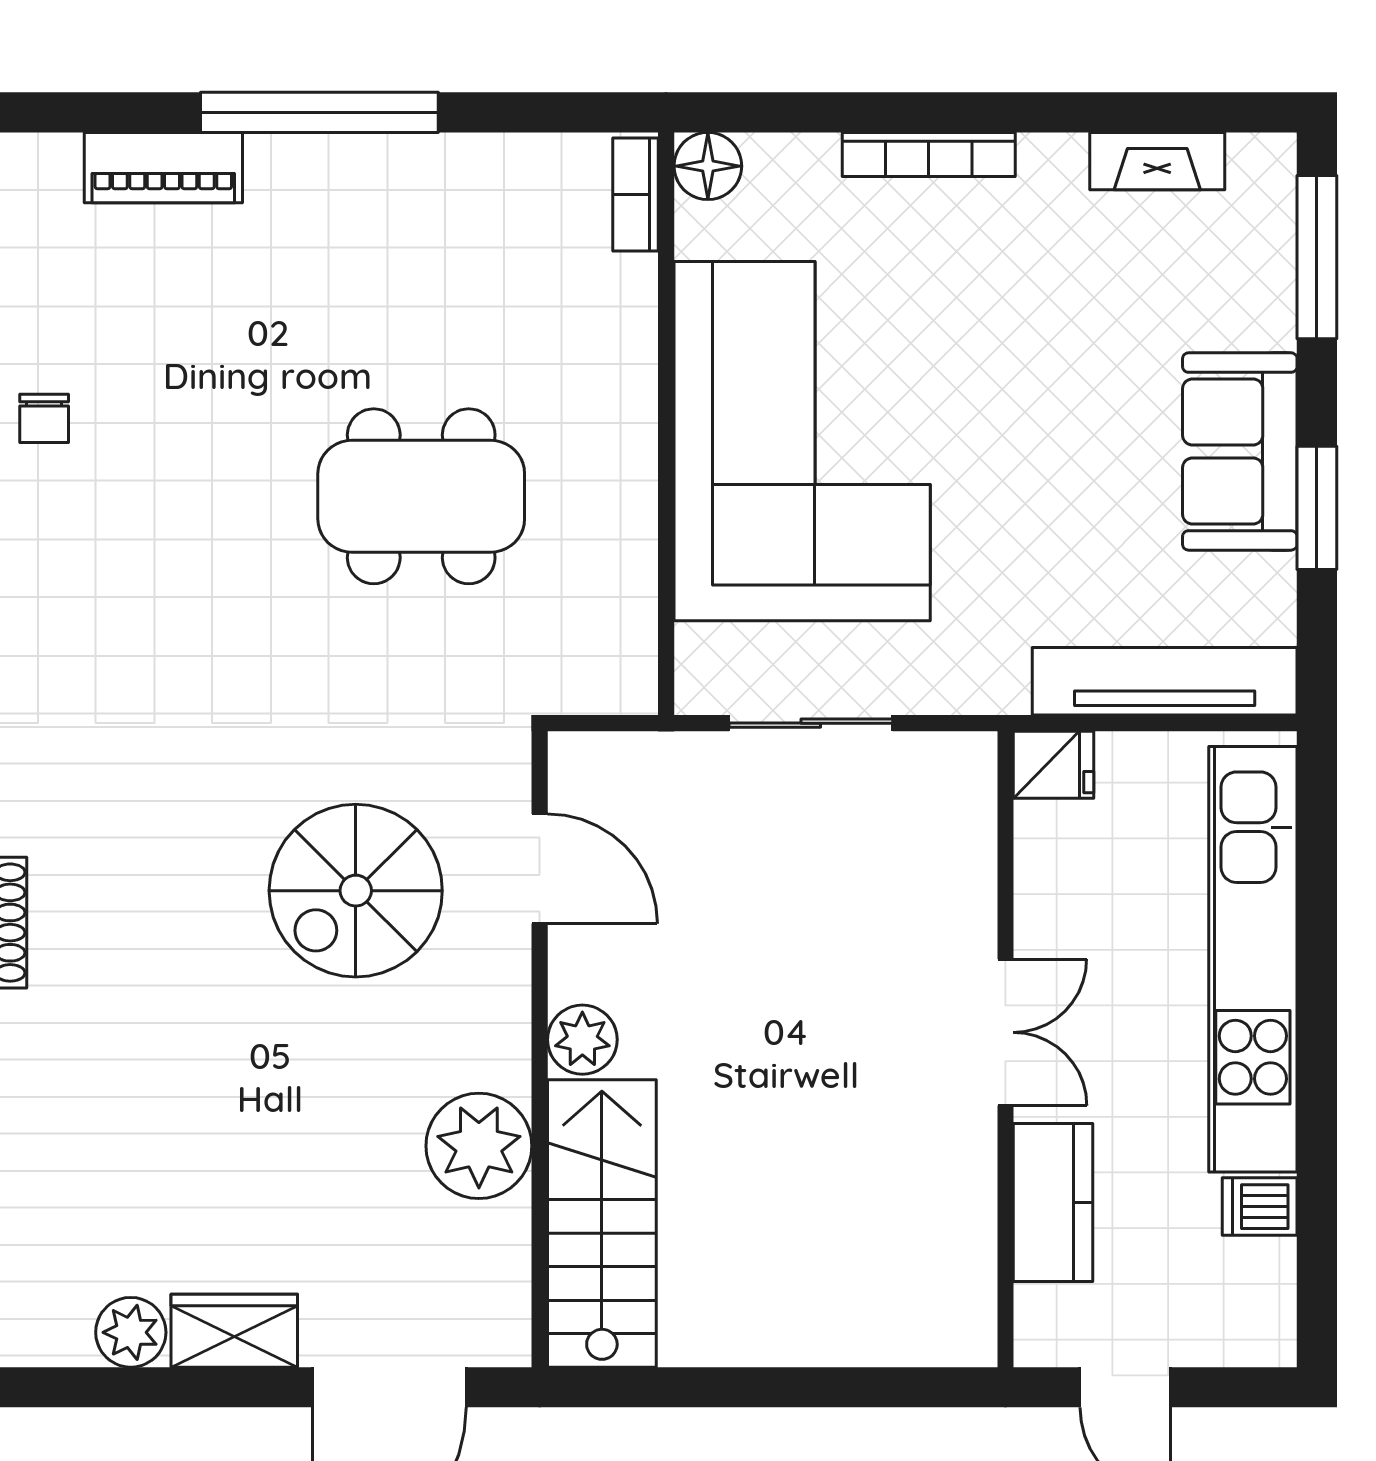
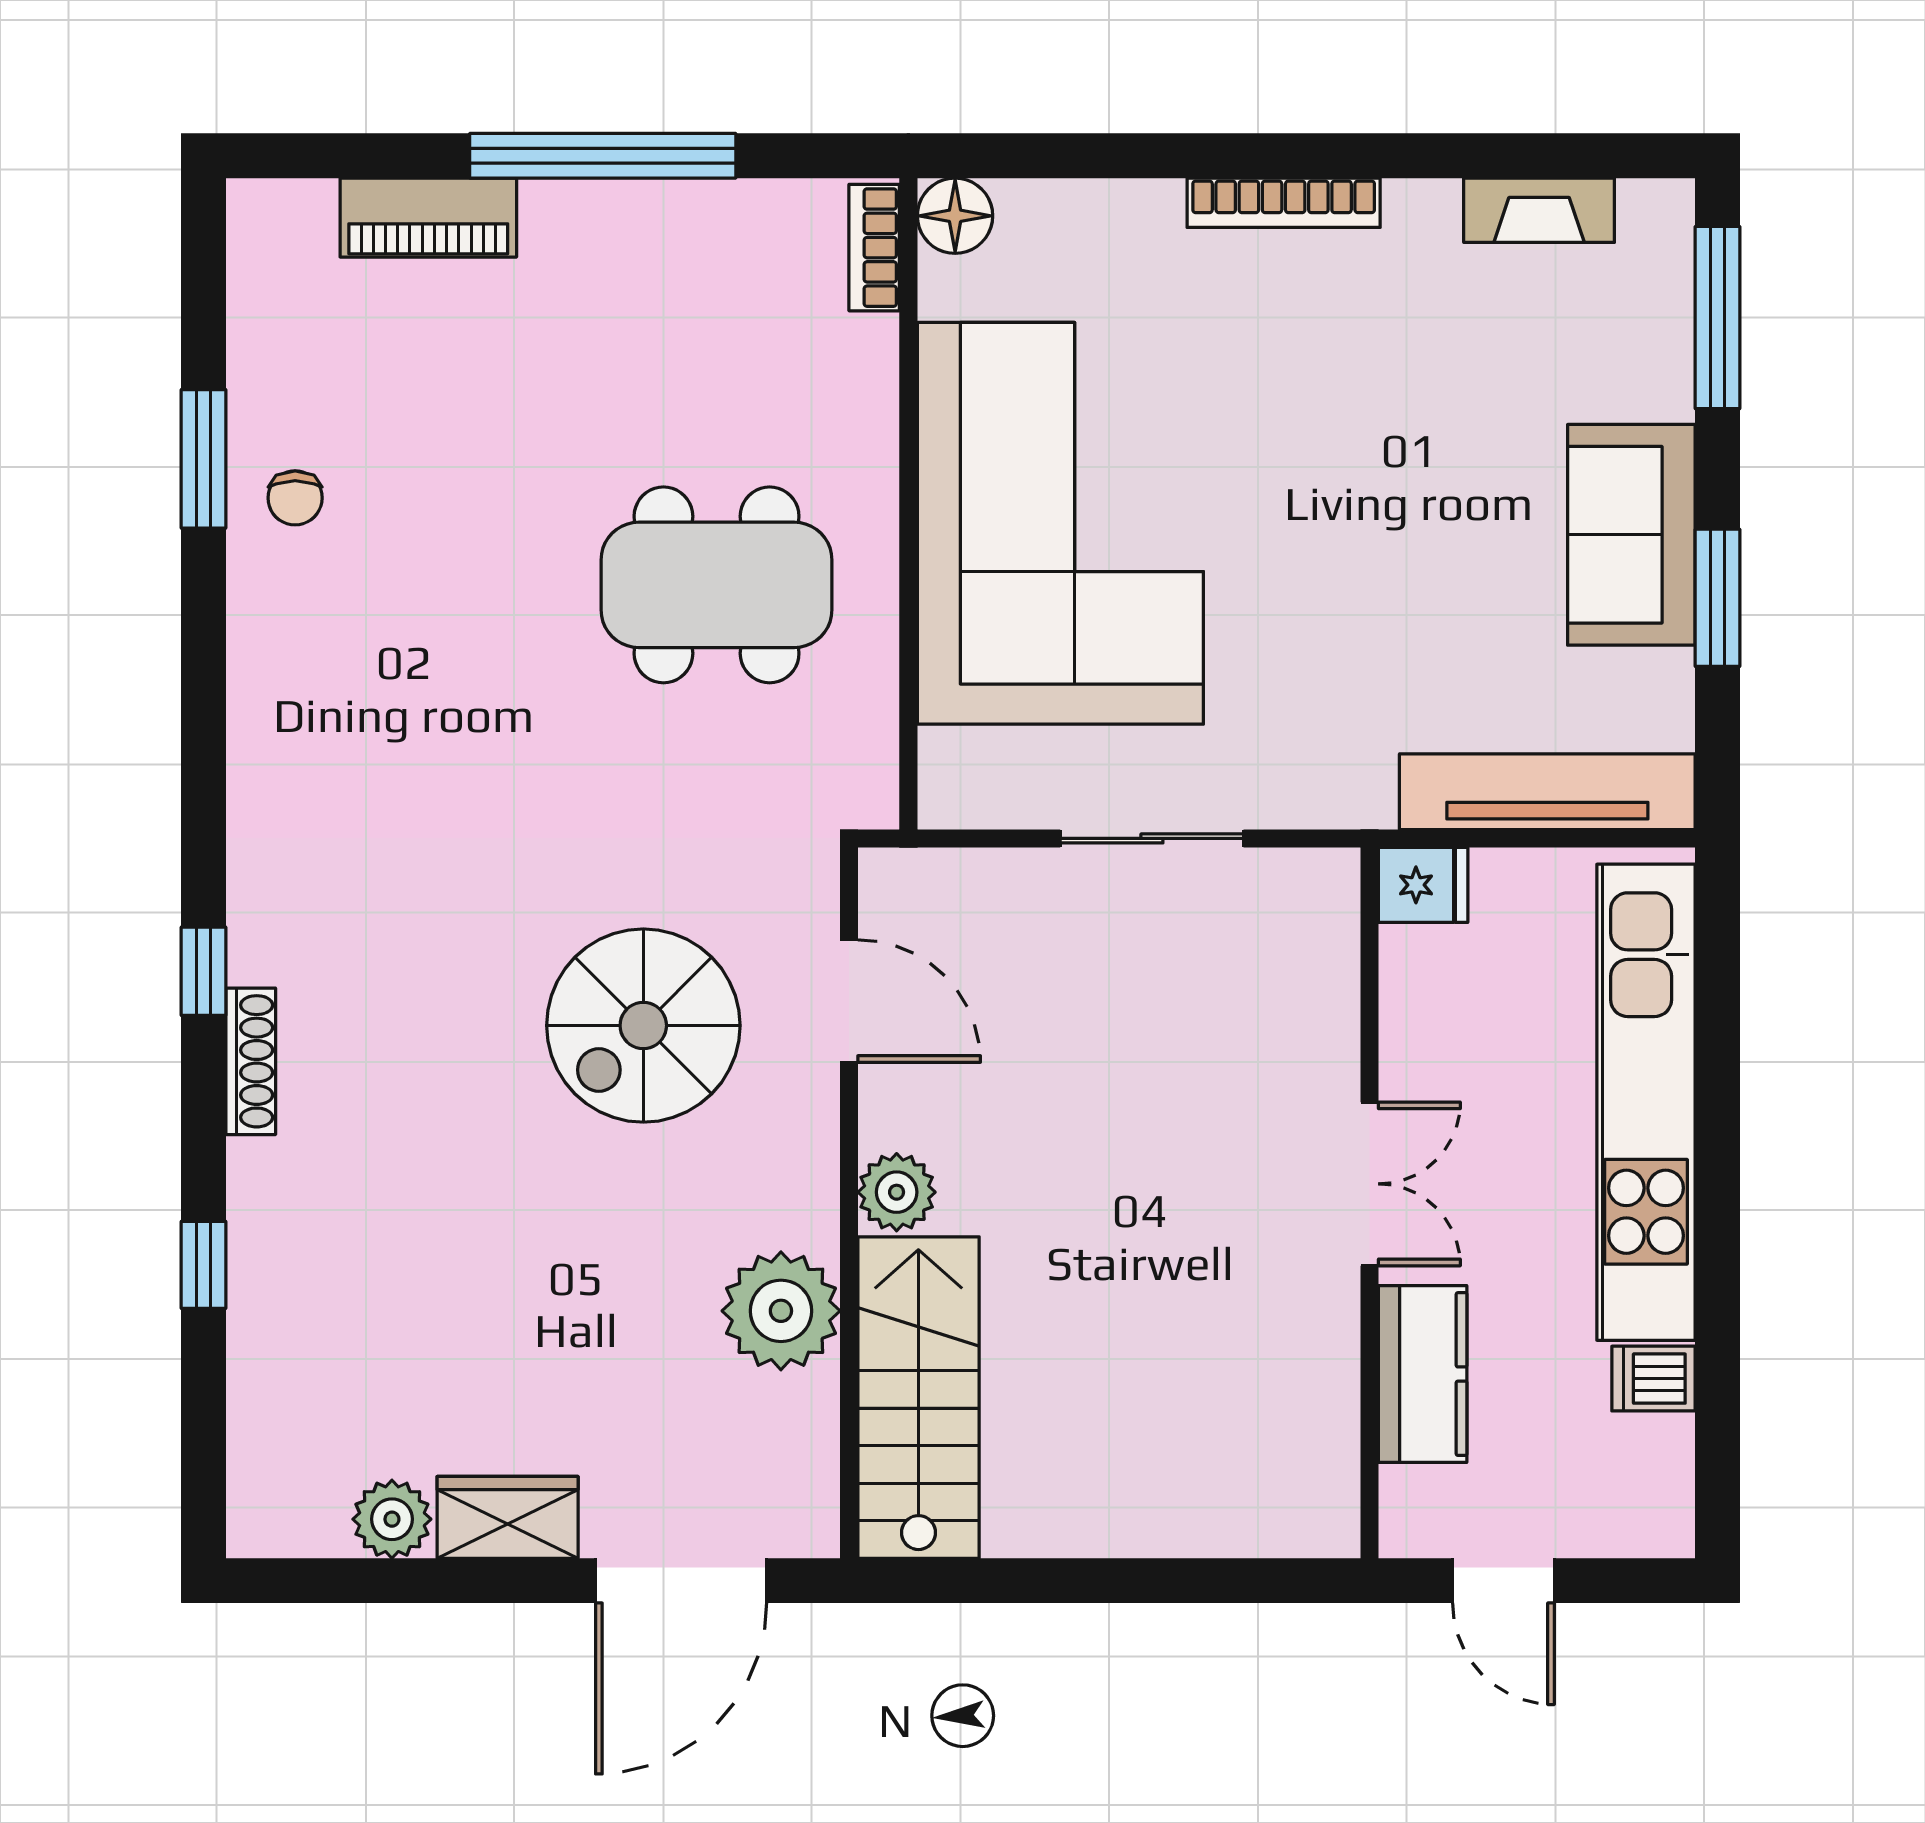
floor lamp: (708, 166) -> (955, 216), moved
bookcase: (636, 195) -> (874, 248), moved
wall: (666, 424) -> (908, 504), moved
corner sofa: (802, 441) -> (1060, 523), moved

